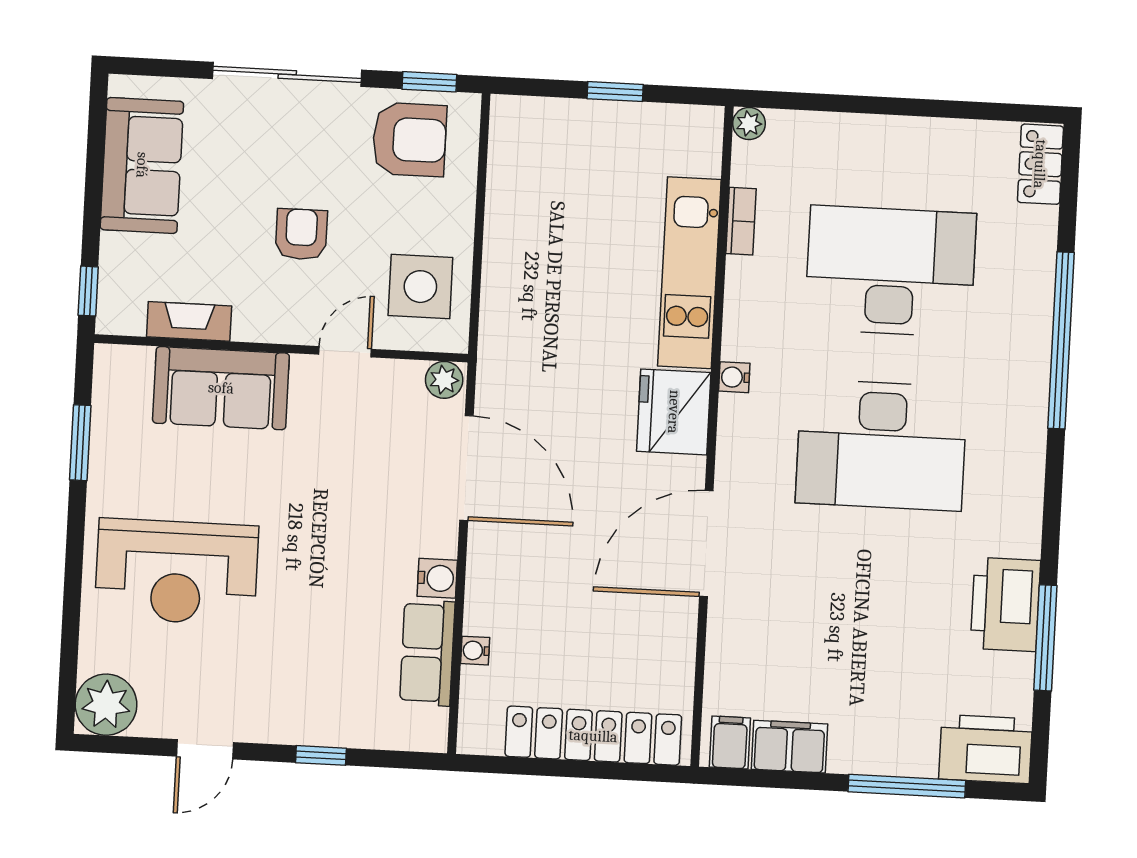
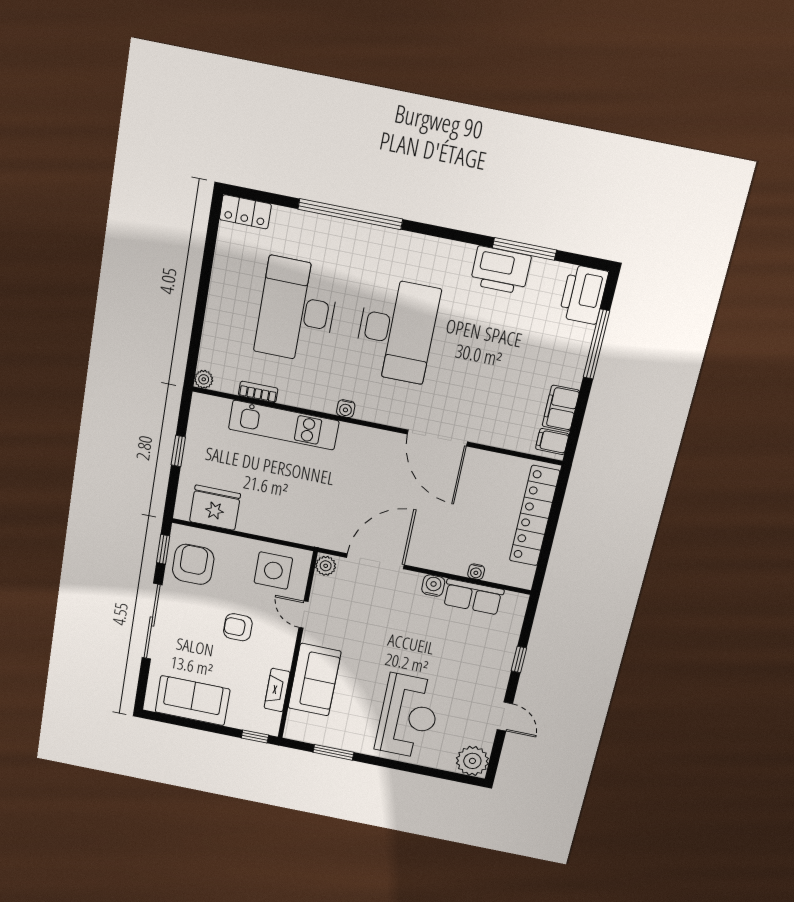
fridge: (674, 412) -> (215, 508), moved, turned 180

